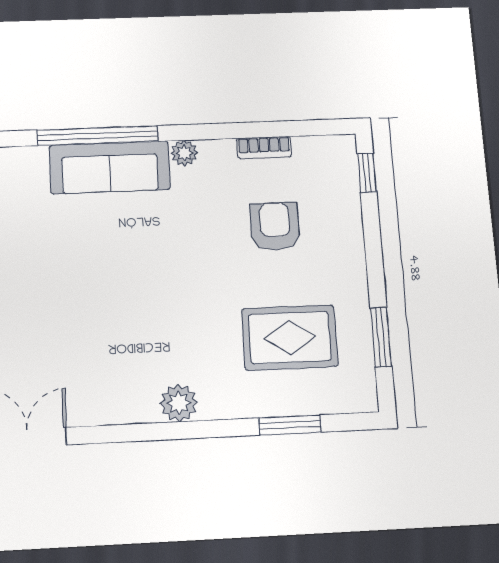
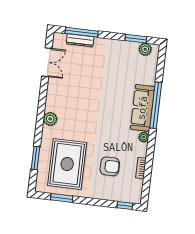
rug: (290, 338) -> (67, 164), width x1.37, depth x1.44

